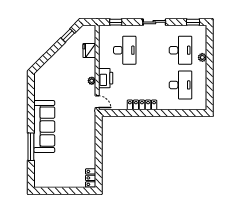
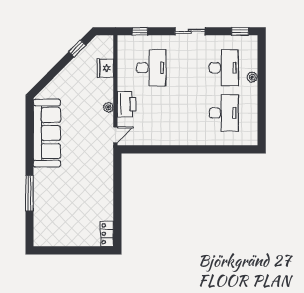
door: (97, 102) -> (115, 135), hinge flipped
locker: (142, 105) -> (174, 139), removed
sofa: (44, 127) -> (47, 133), moved

